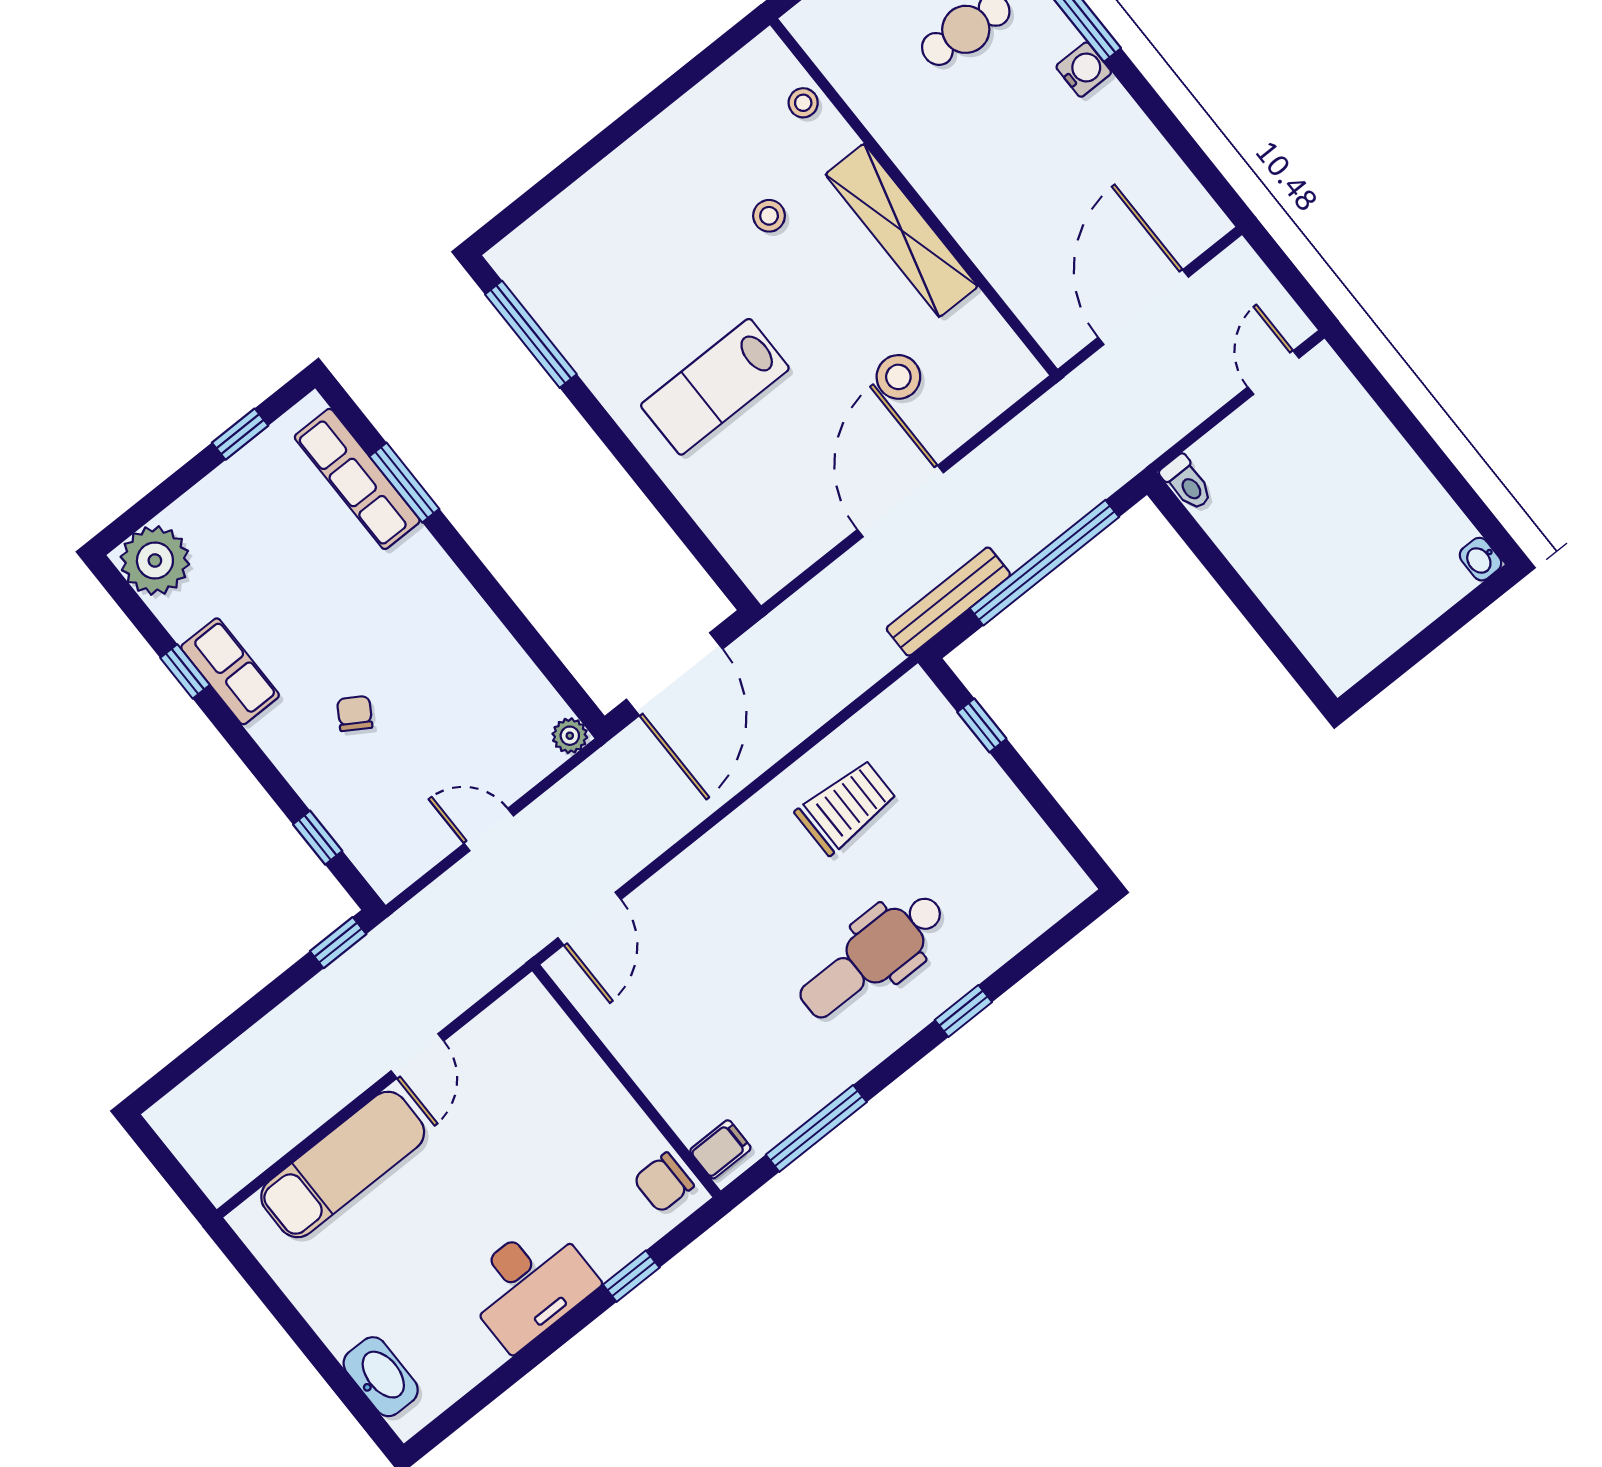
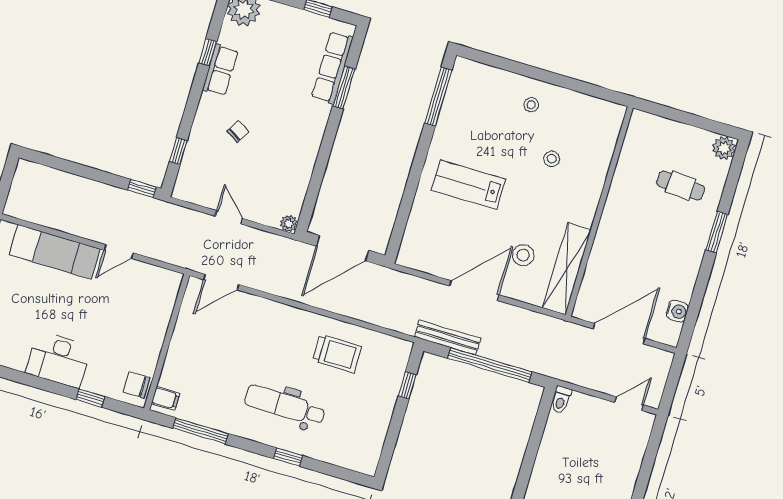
water cooler: (1084, 70) -> (677, 311), moved
stool: (803, 103) -> (531, 105), moved
shelving: (902, 230) -> (567, 269), moved

